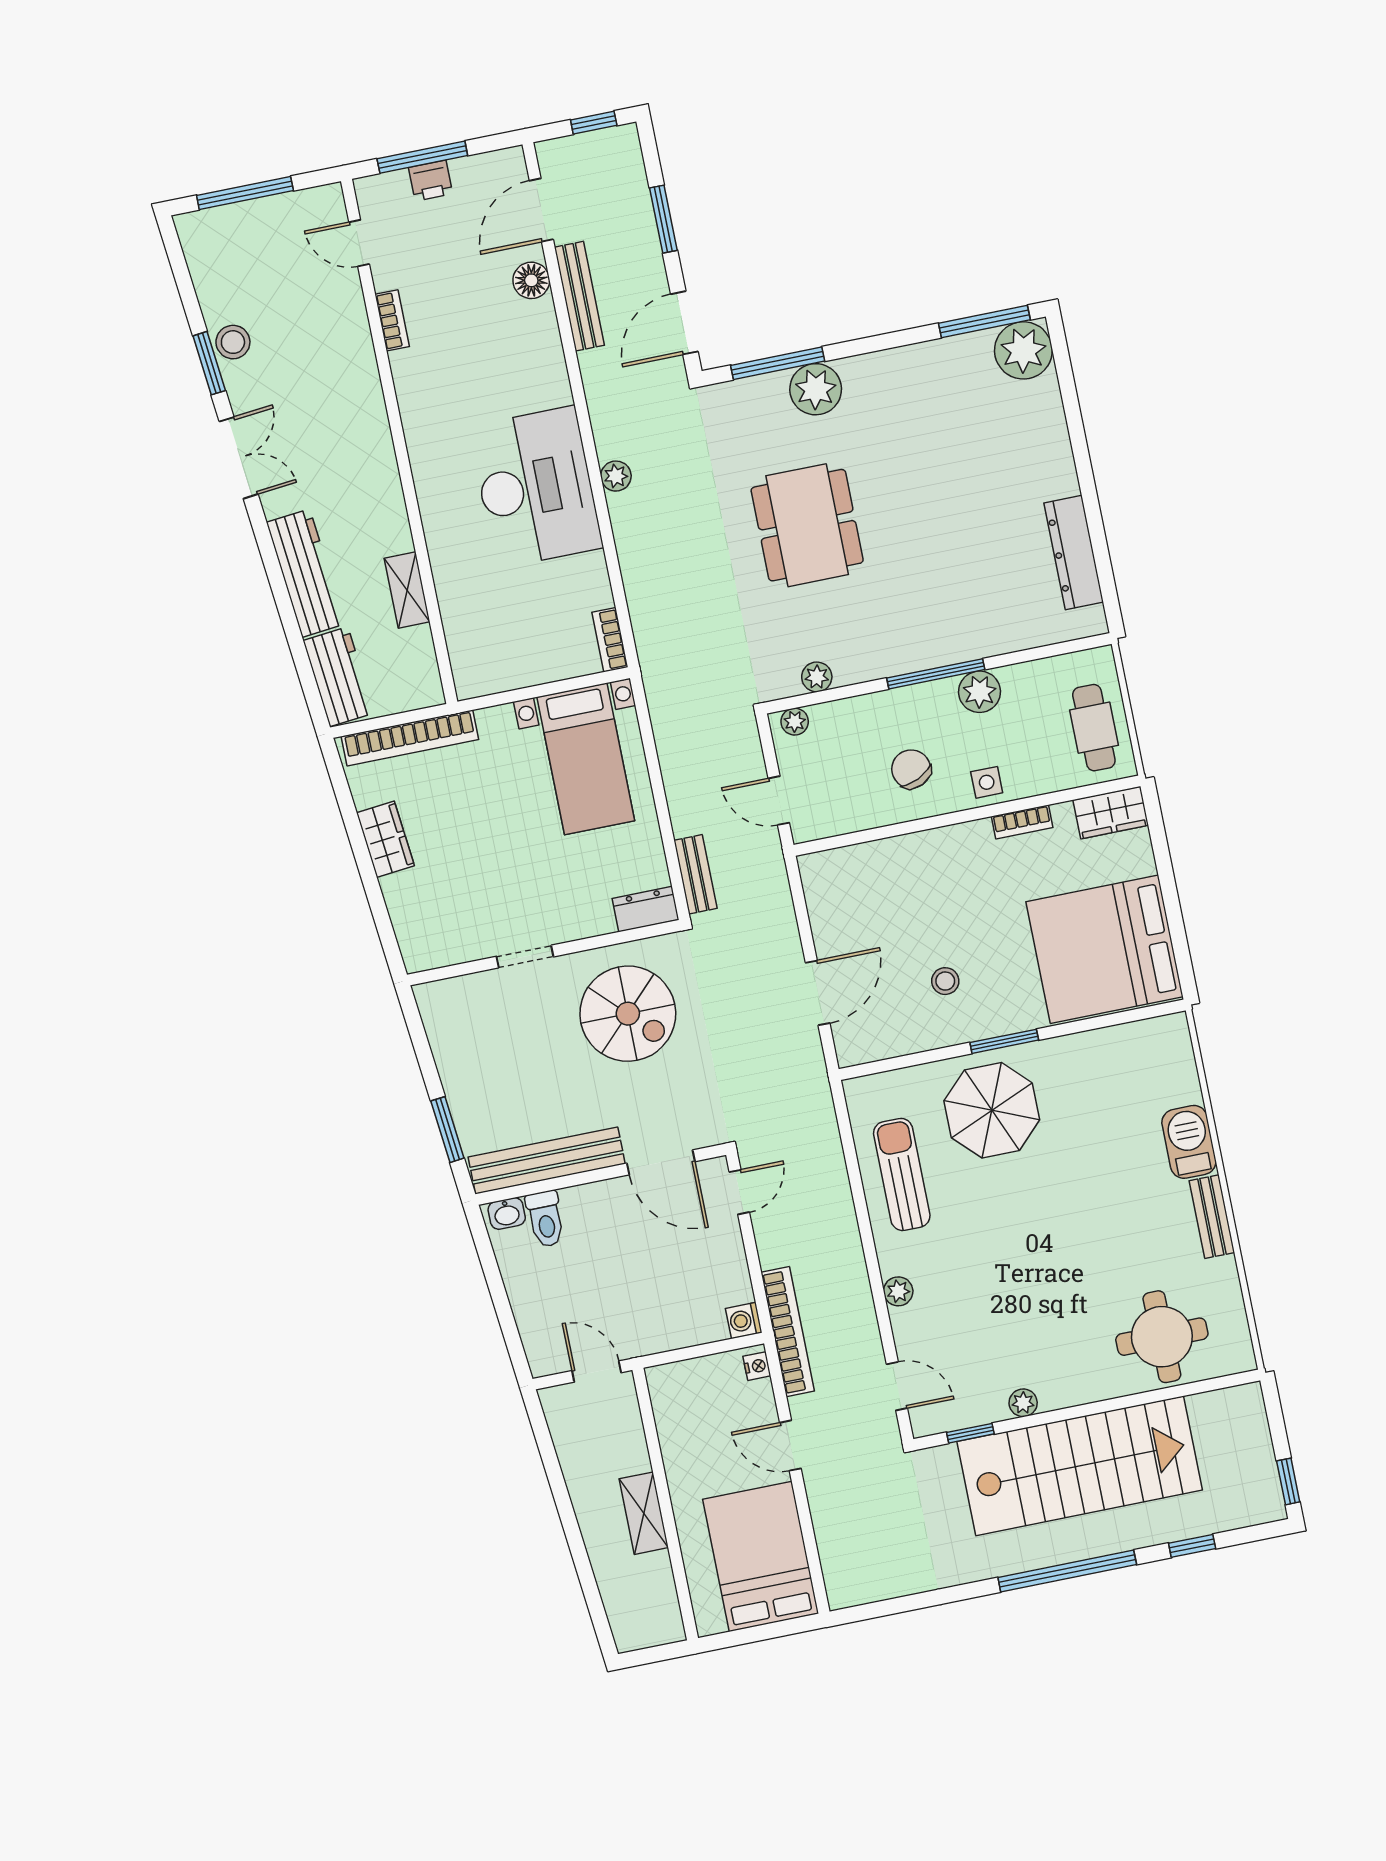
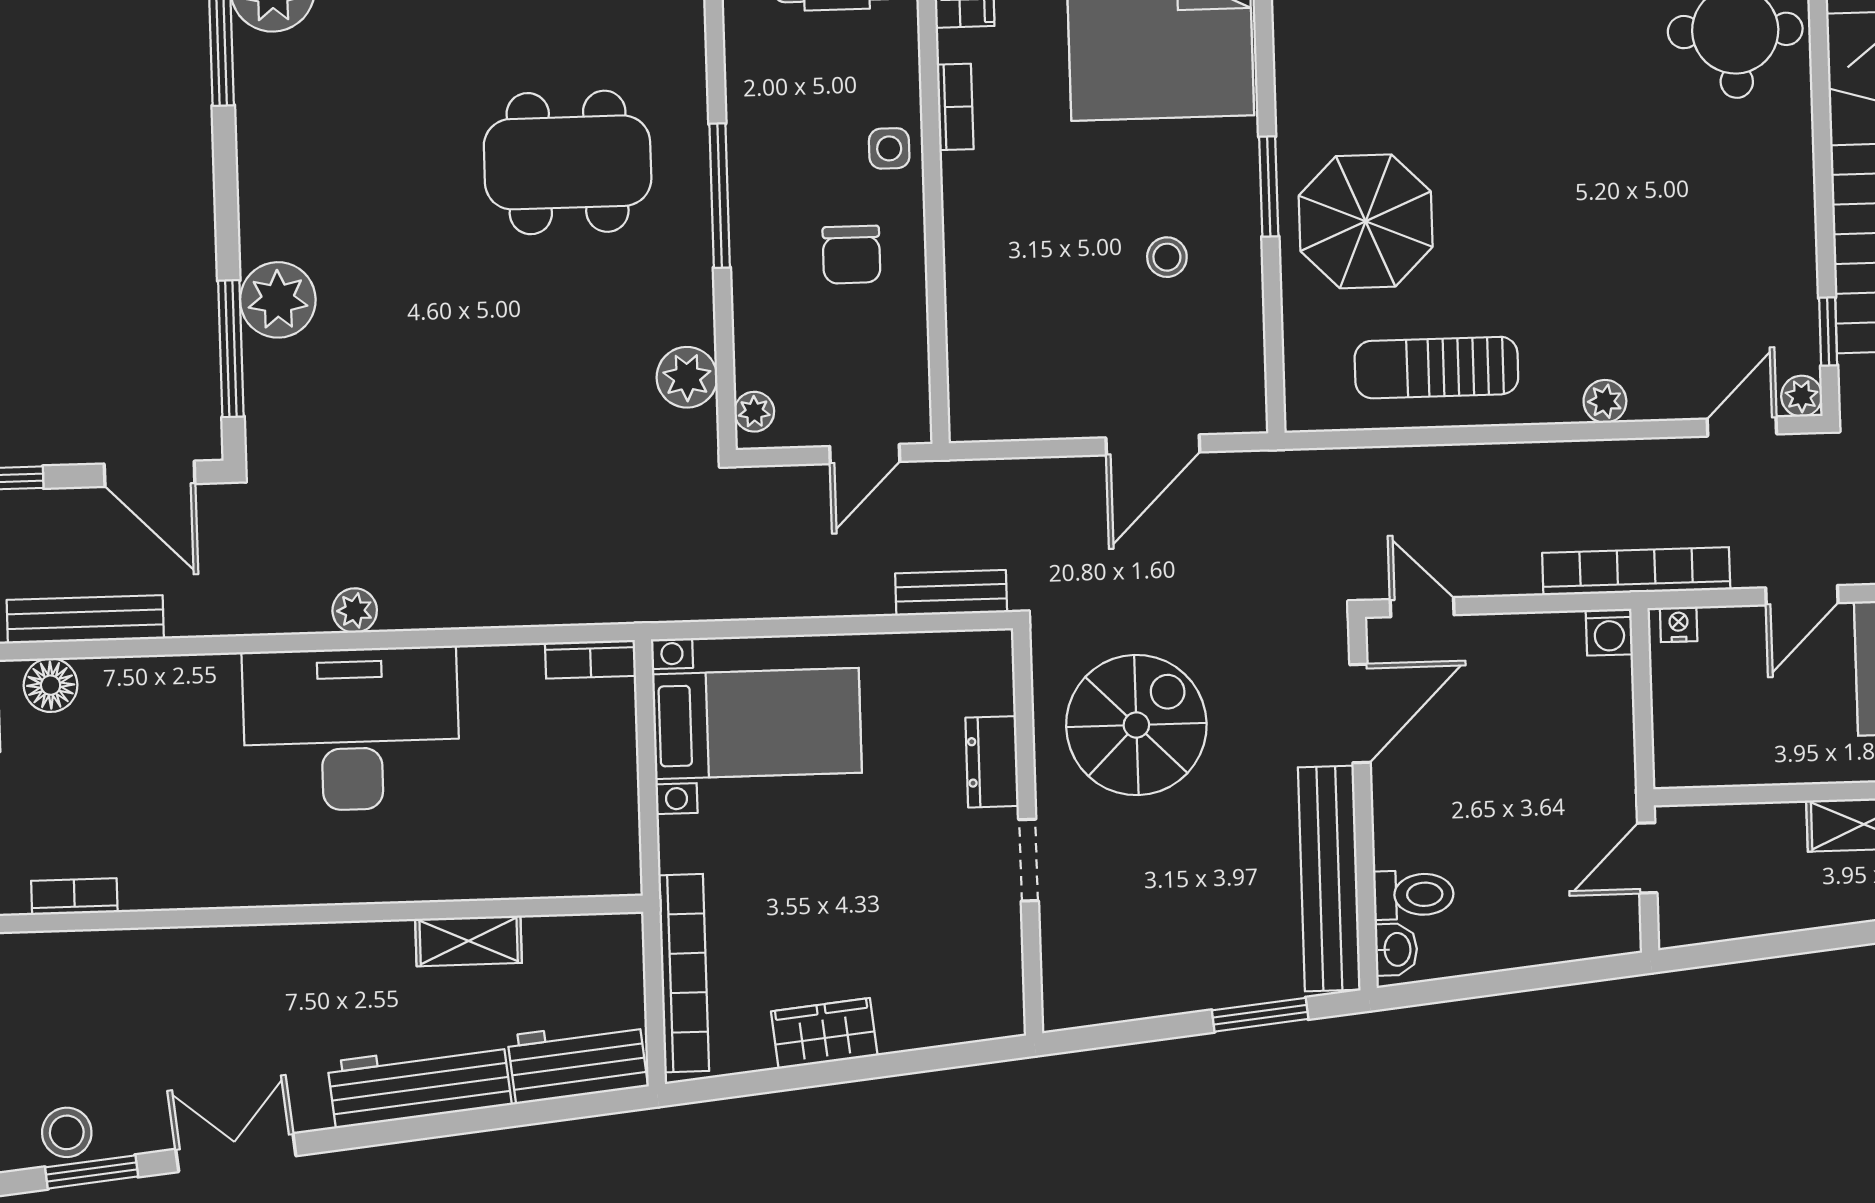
dining table: (807, 525) -> (568, 162), moved
plant: (817, 677) -> (687, 377), width x1.38, depth x1.38
plant: (980, 692) -> (756, 137), removed
chair: (911, 769) -> (852, 255), turned -65
dresser: (645, 909) -> (992, 762), moved
door: (818, 993) -> (1153, 445), swing flipped
plant: (1023, 1403) -> (1802, 396), moved

